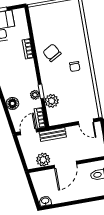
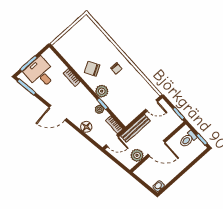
plant: (52, 101) -> (102, 91), moved
door: (28, 132) -> (112, 141), swing flipped
bench: (53, 134) -> (135, 128), width x1.36
door: (65, 165) -> (157, 148), hinge flipped

